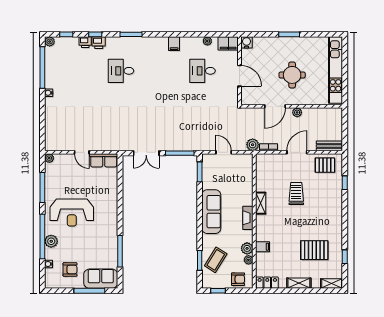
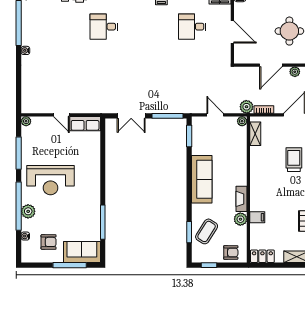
shelving: (261, 203) -> (255, 134), moved
fireplace: (248, 218) -> (241, 199), moved
plant: (248, 260) -> (242, 121), moved

